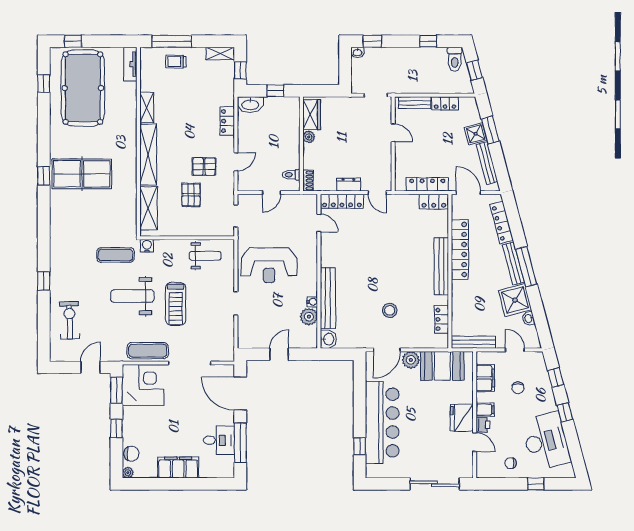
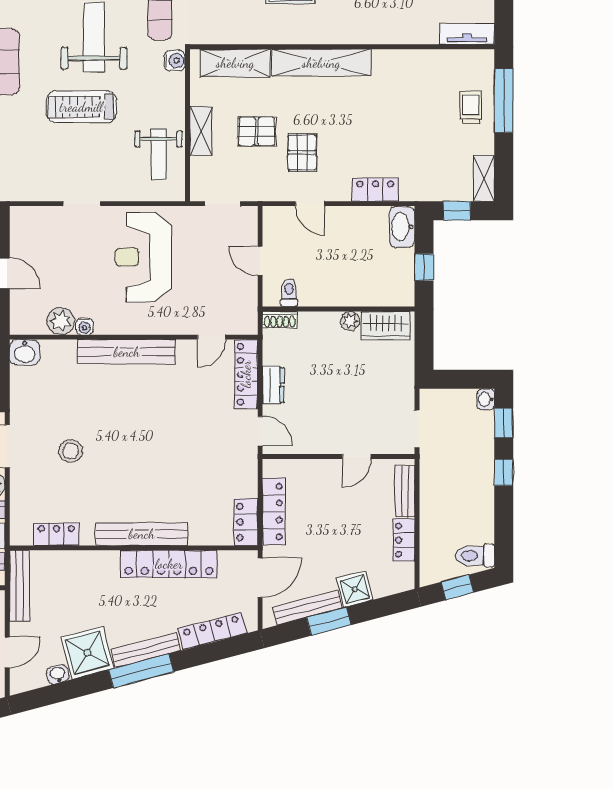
window: (428, 41) -> (504, 472), moved
shelving: (147, 108) -> (201, 131), moved, turned 90
window: (490, 130) -> (329, 621), moved
door: (377, 193) -> (260, 431), swing flipped
bench: (328, 298) -> (127, 352), moved

